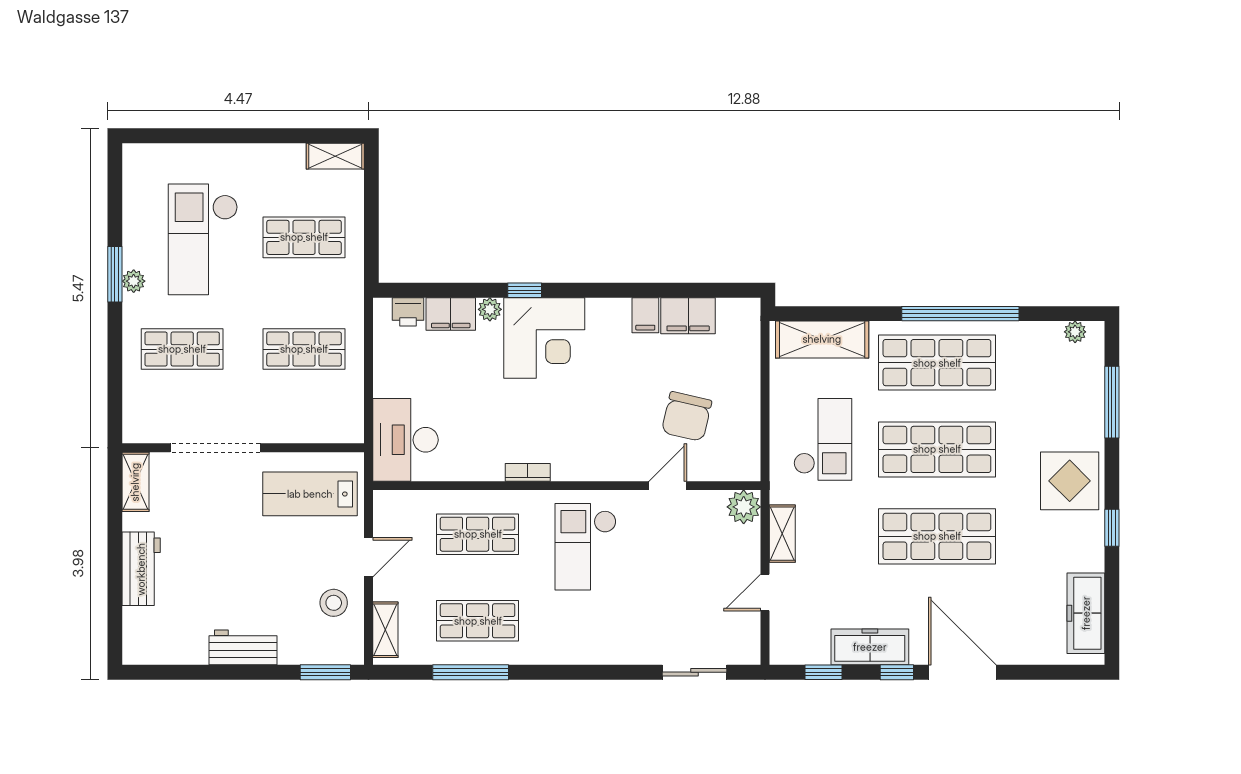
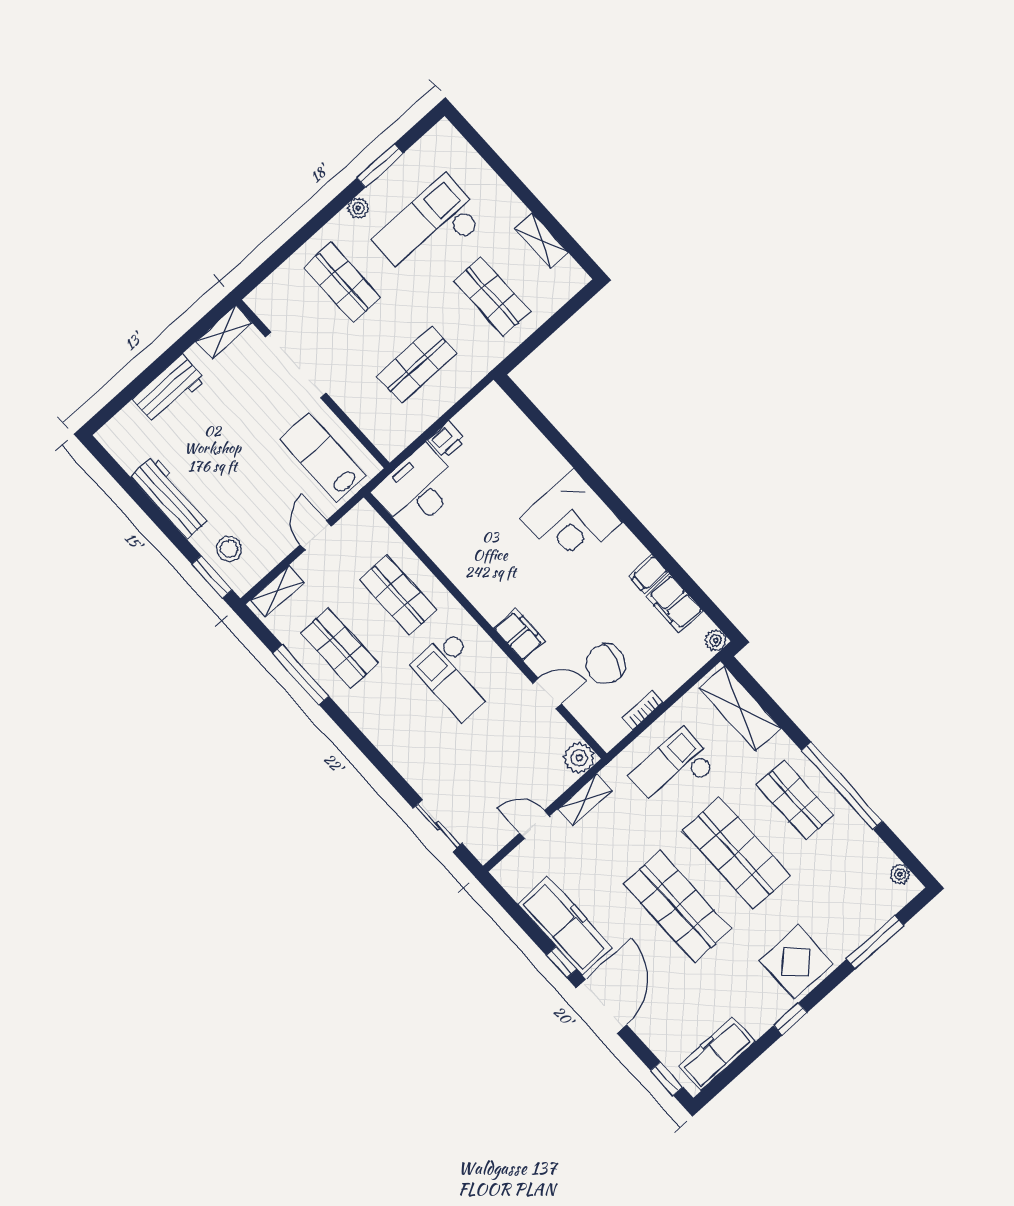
shelving: (335, 156) -> (542, 241), moved
window: (115, 274) -> (380, 165), moved
window: (525, 290) -> (591, 477), removed
plant: (490, 309) -> (716, 640), moved
printer: (408, 312) -> (447, 440), moved, turned -90
filing cabinet: (451, 314) -> (519, 635), moved, turned 180
shop shelf: (304, 349) -> (417, 365), turned 90
shop shelf: (937, 363) -> (795, 800), width x0.70, depth x0.74
checkout: (823, 439) -> (673, 770), turned 180
bookcase: (528, 472) -> (643, 710), moved, turned -90
checkout: (586, 547) -> (456, 675), turned -90
door: (368, 557) -> (316, 535), swing flipped
stool: (334, 603) -> (229, 549), moved
workbench: (243, 647) -> (170, 497), width x1.38
freezer: (870, 647) -> (565, 926), width x1.36, depth x1.26
window: (823, 672) -> (667, 1079), moved

